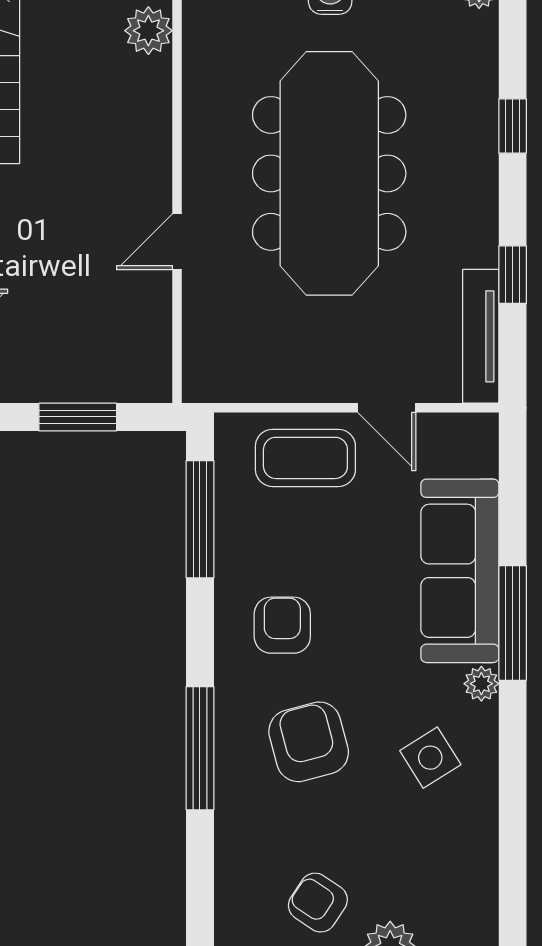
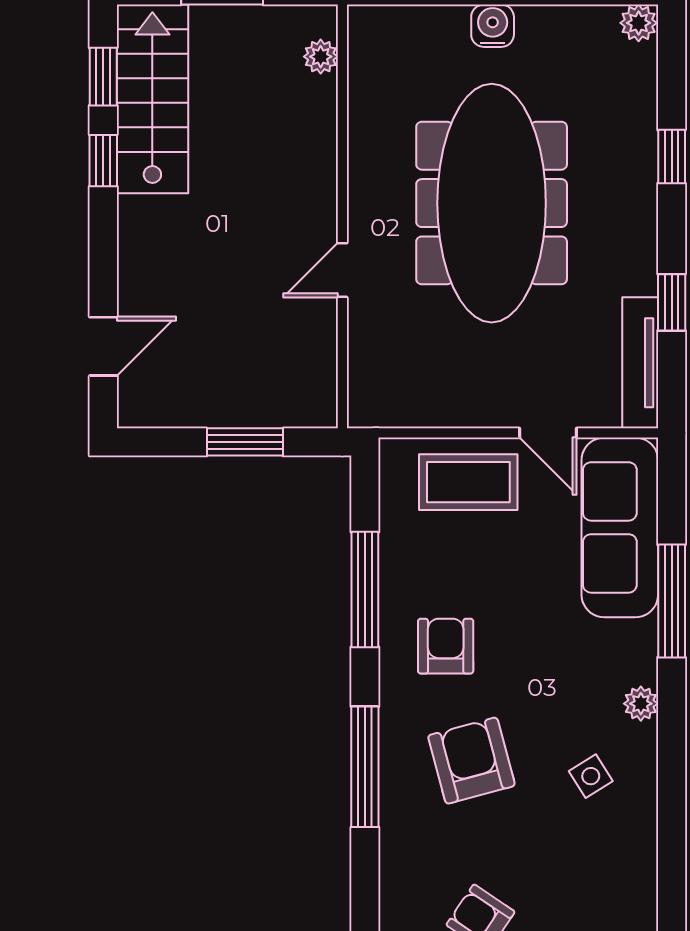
plant: (148, 31) -> (321, 57), width x0.73, depth x0.73
window: (200, 519) -> (365, 590), moved
sofa: (460, 571) -> (620, 527), moved
window: (513, 623) -> (672, 601), moved
side table: (430, 758) -> (591, 776), width x0.73, depth x0.73

